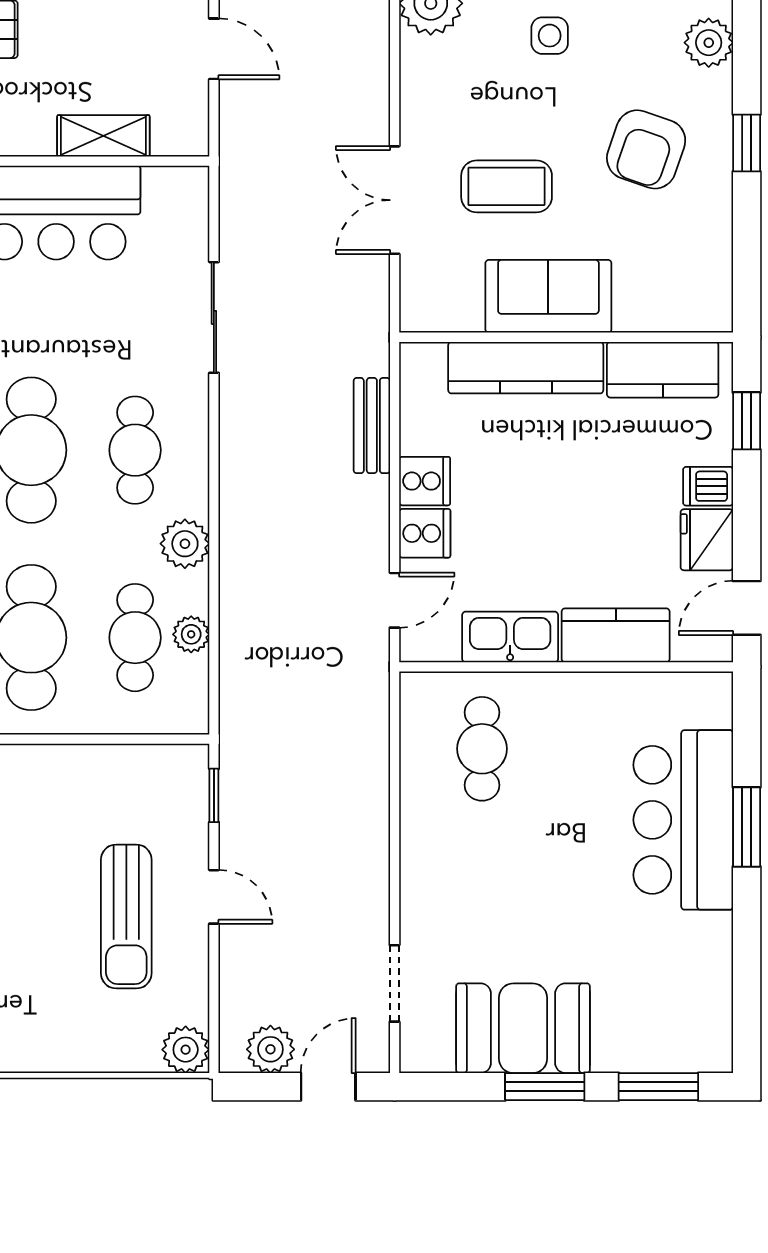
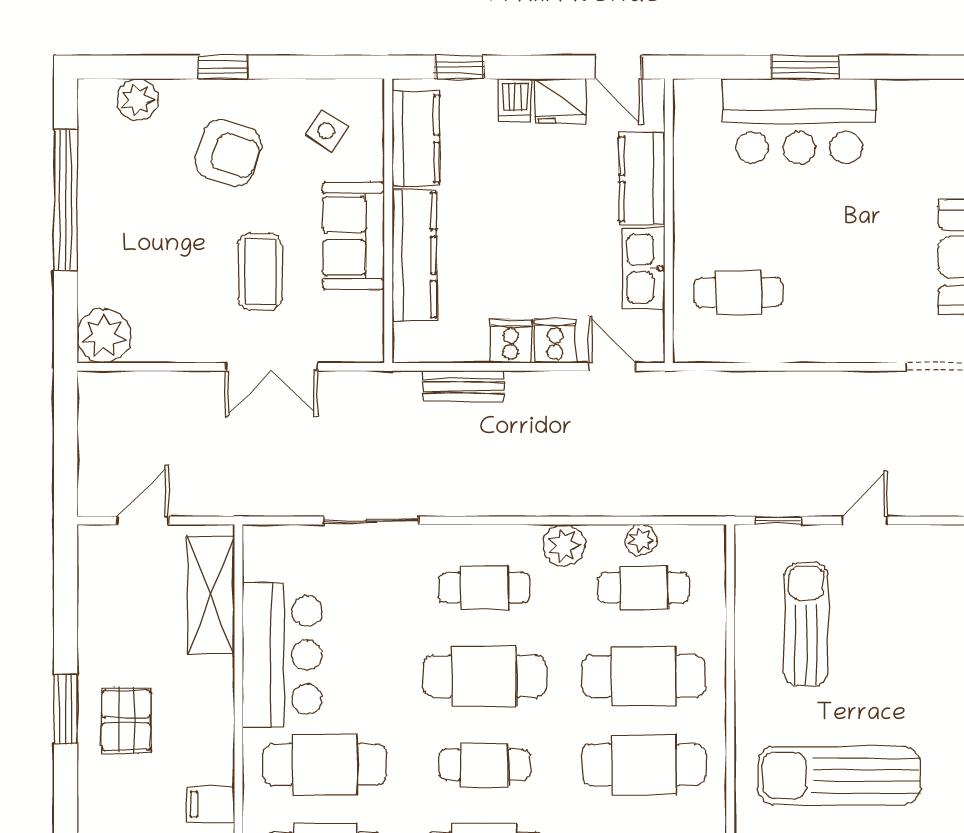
side table: (550, 36) -> (327, 131), moved, turned 34
shelving: (103, 136) -> (211, 595), width x1.50, depth x1.33
sun lounger: (126, 917) -> (806, 624), moved, turned -90

